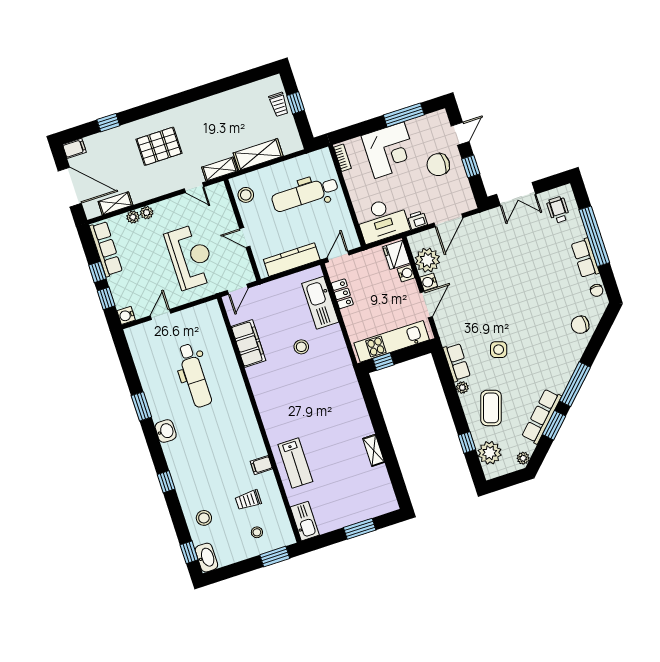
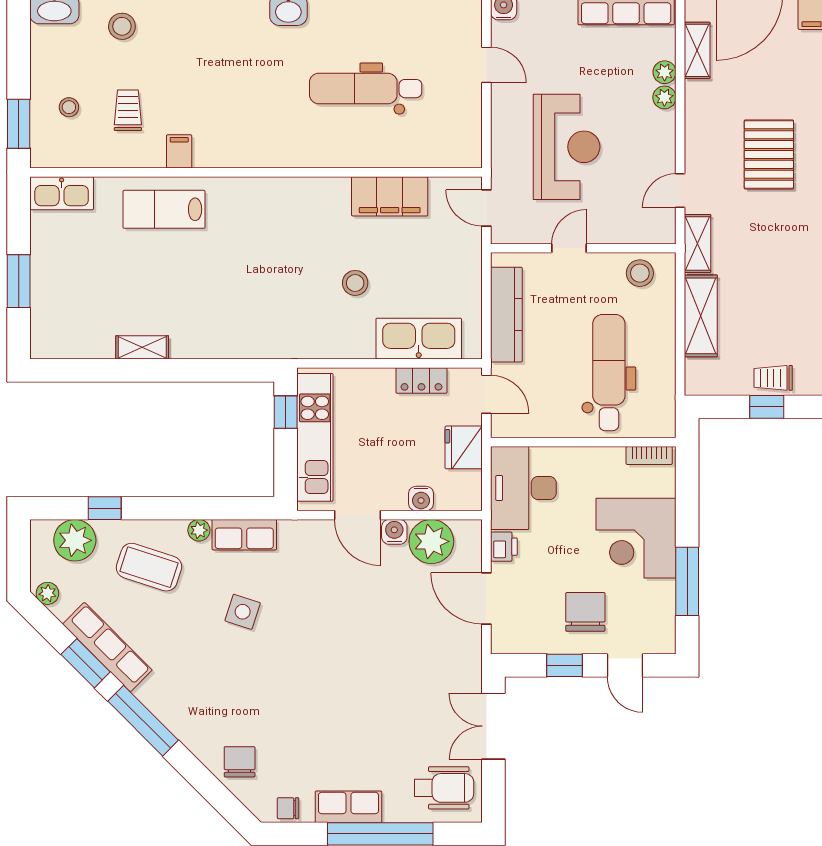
wheelchair: (558, 210) -> (444, 788), width x1.36, depth x1.37
fridge: (396, 255) -> (464, 447), moved, turned -90
reception desk: (191, 257) -> (567, 147), turned -90

